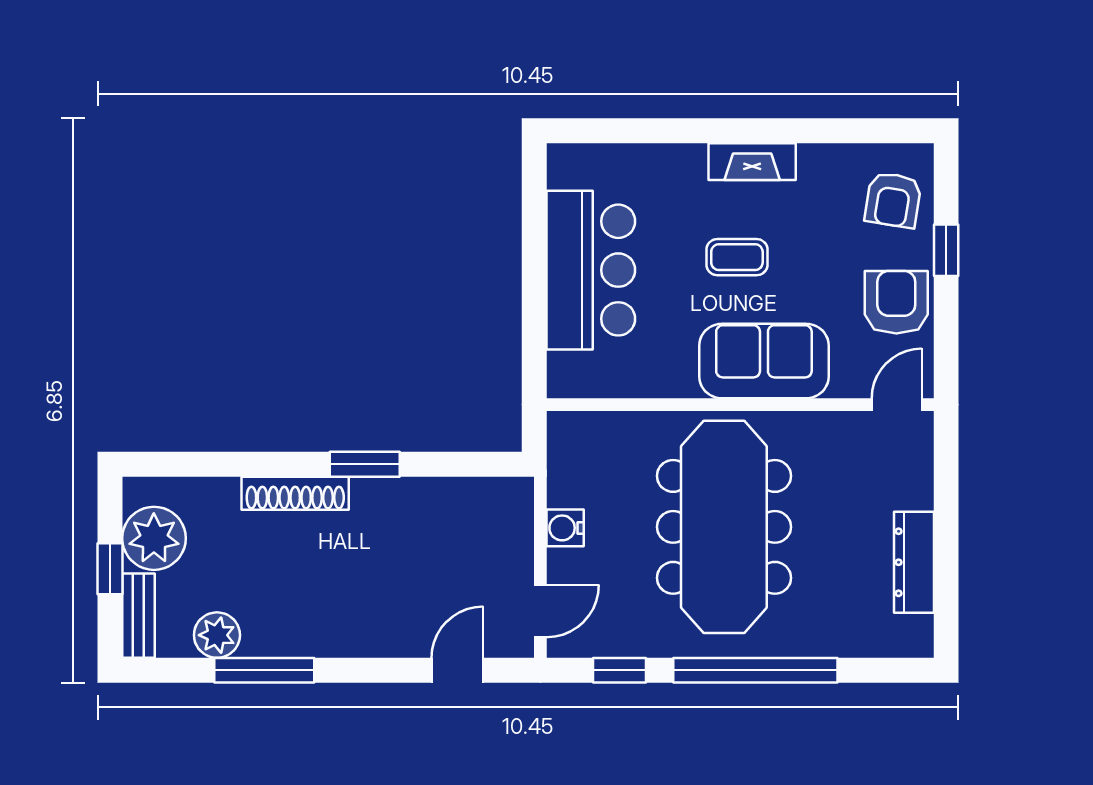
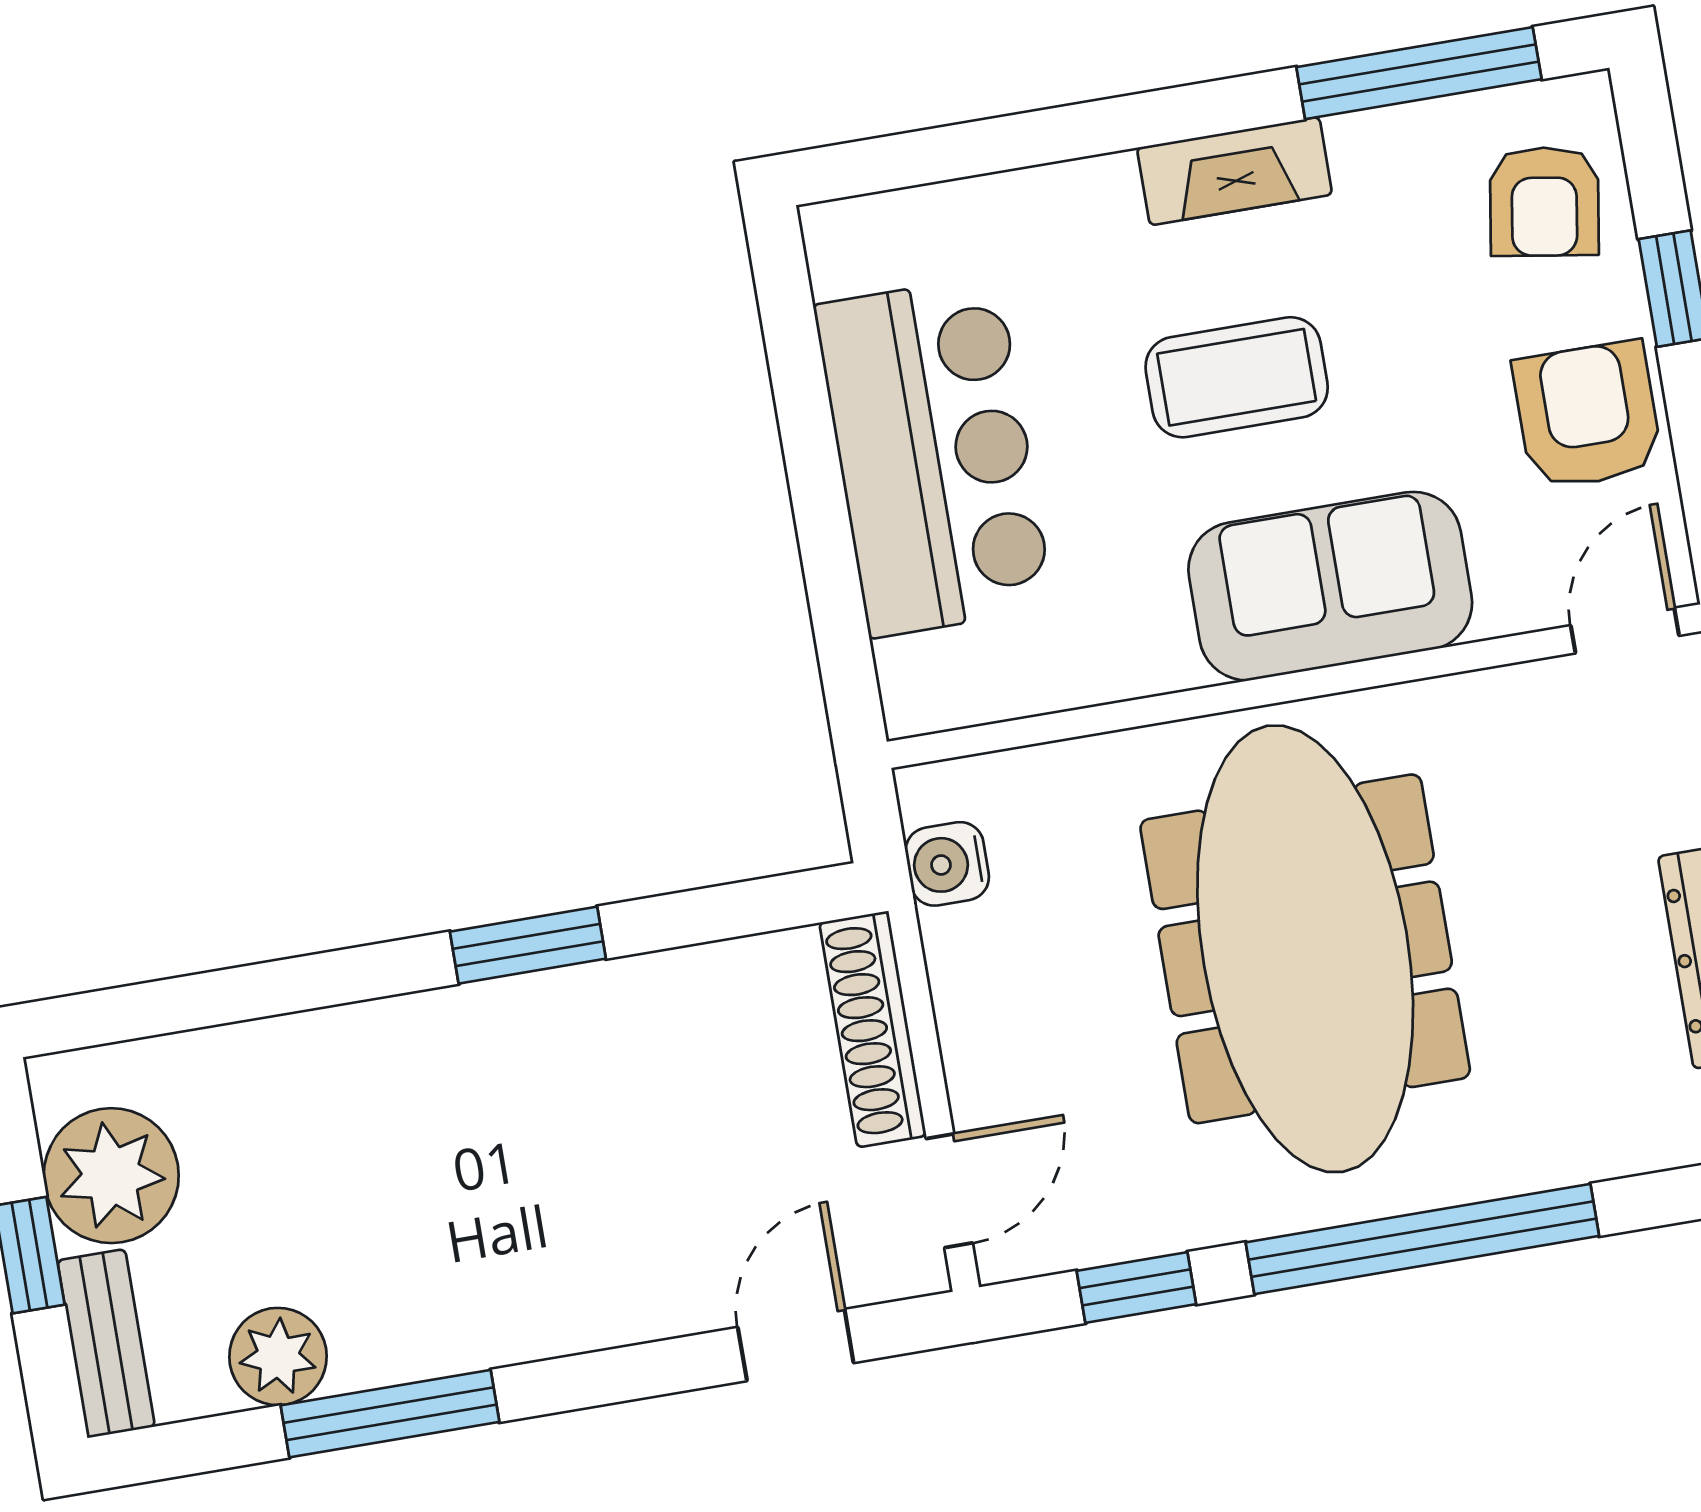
window: (845, 131) -> (1419, 73), added
coffee table: (737, 257) -> (1237, 377), width x1.36, depth x1.30
shoe rack: (295, 493) -> (873, 1029), moved, turned 90
water cooler: (565, 528) -> (947, 864), moved

